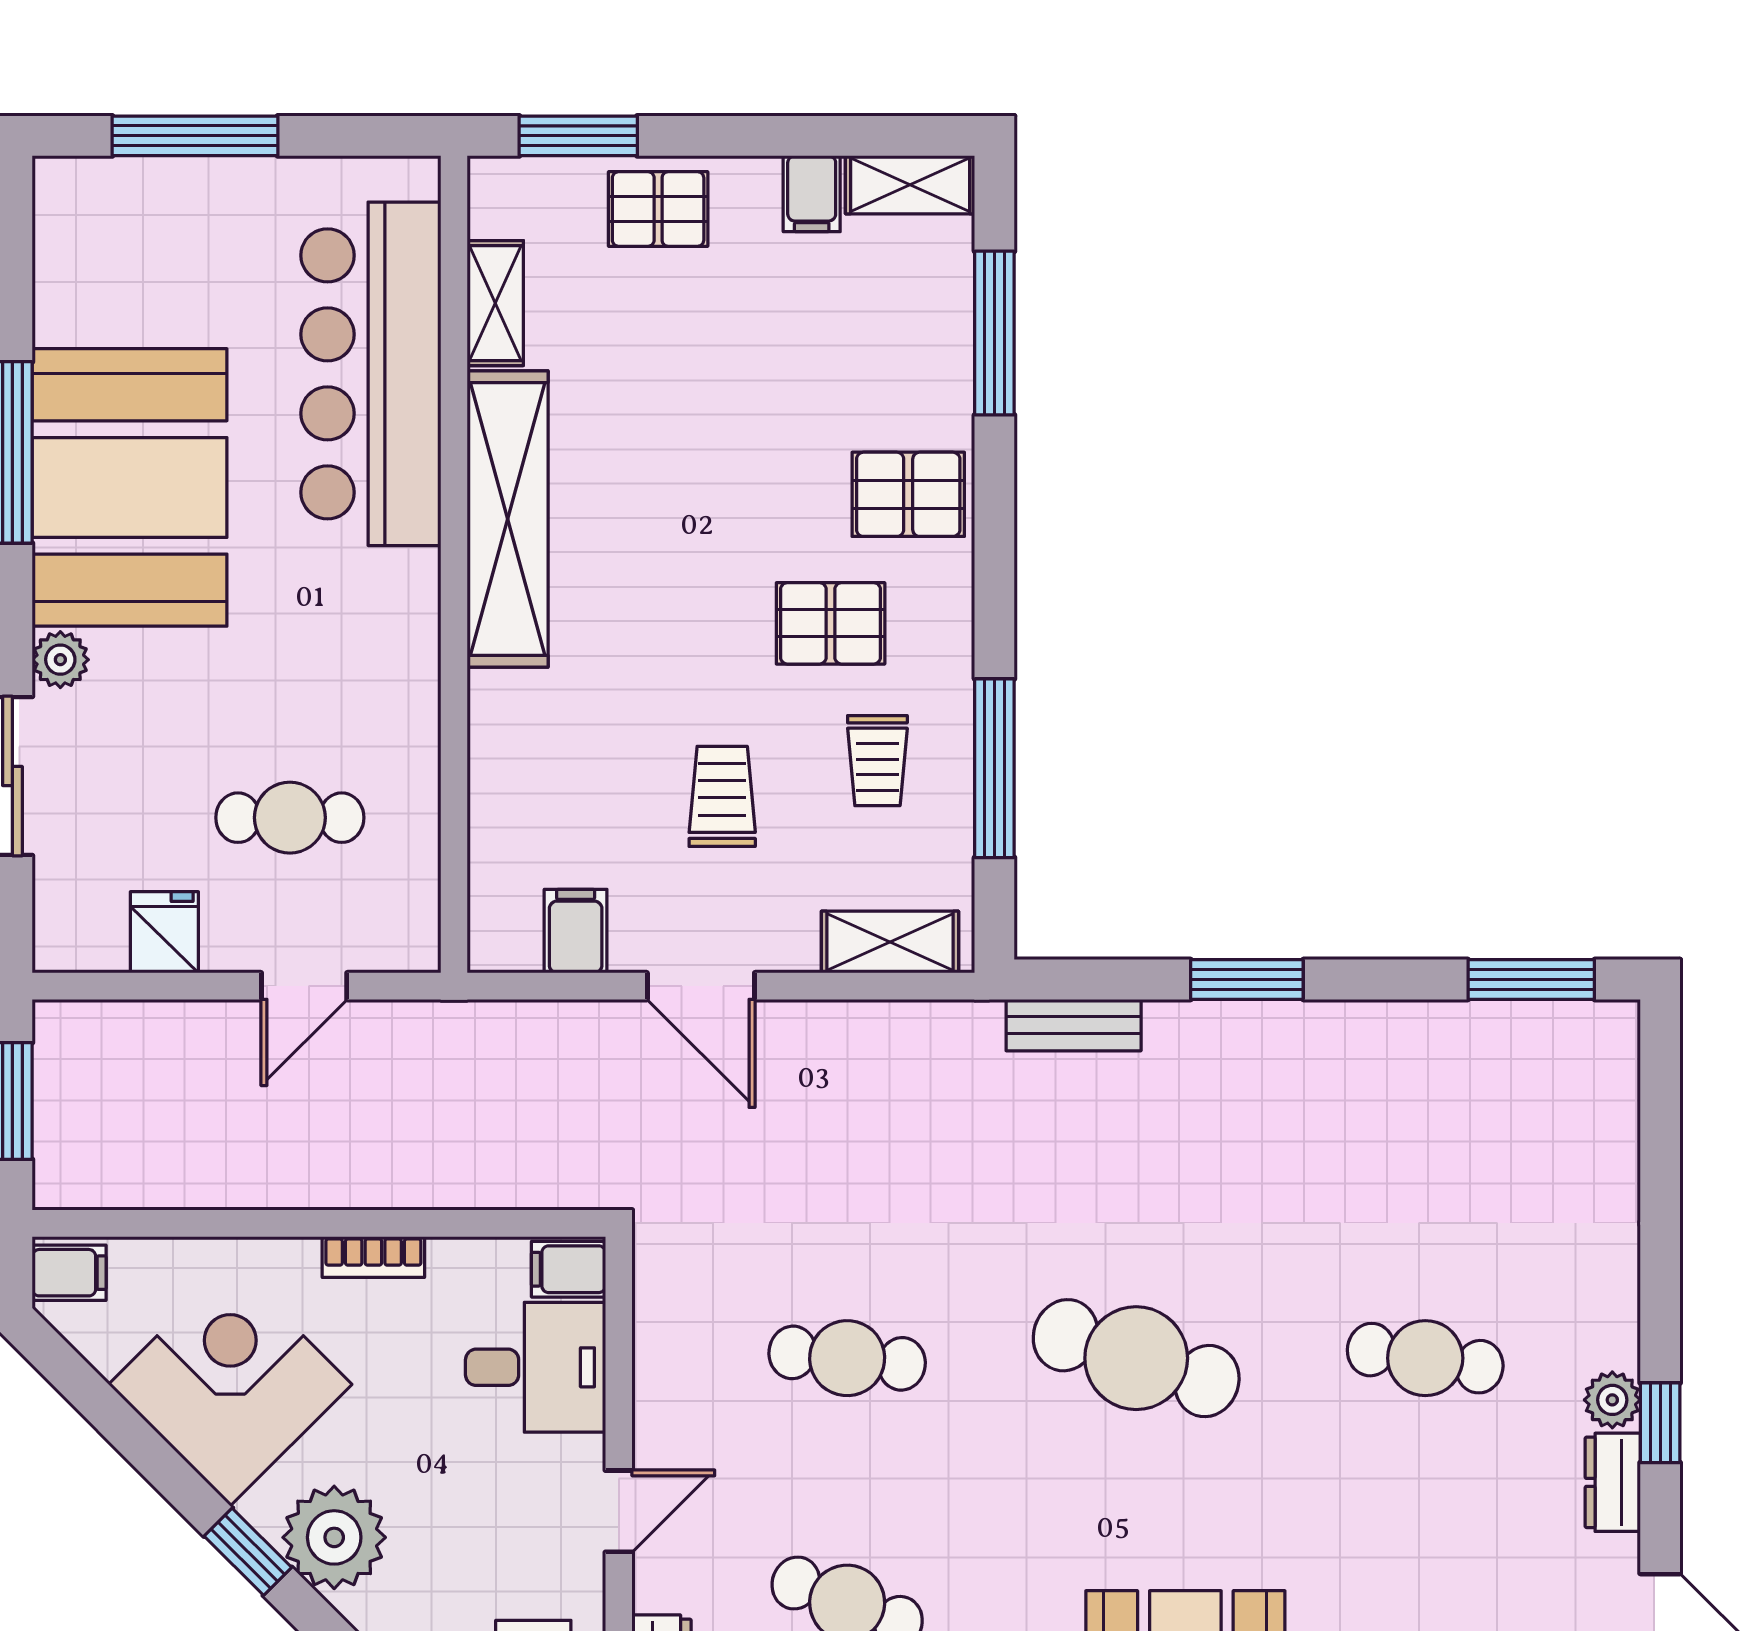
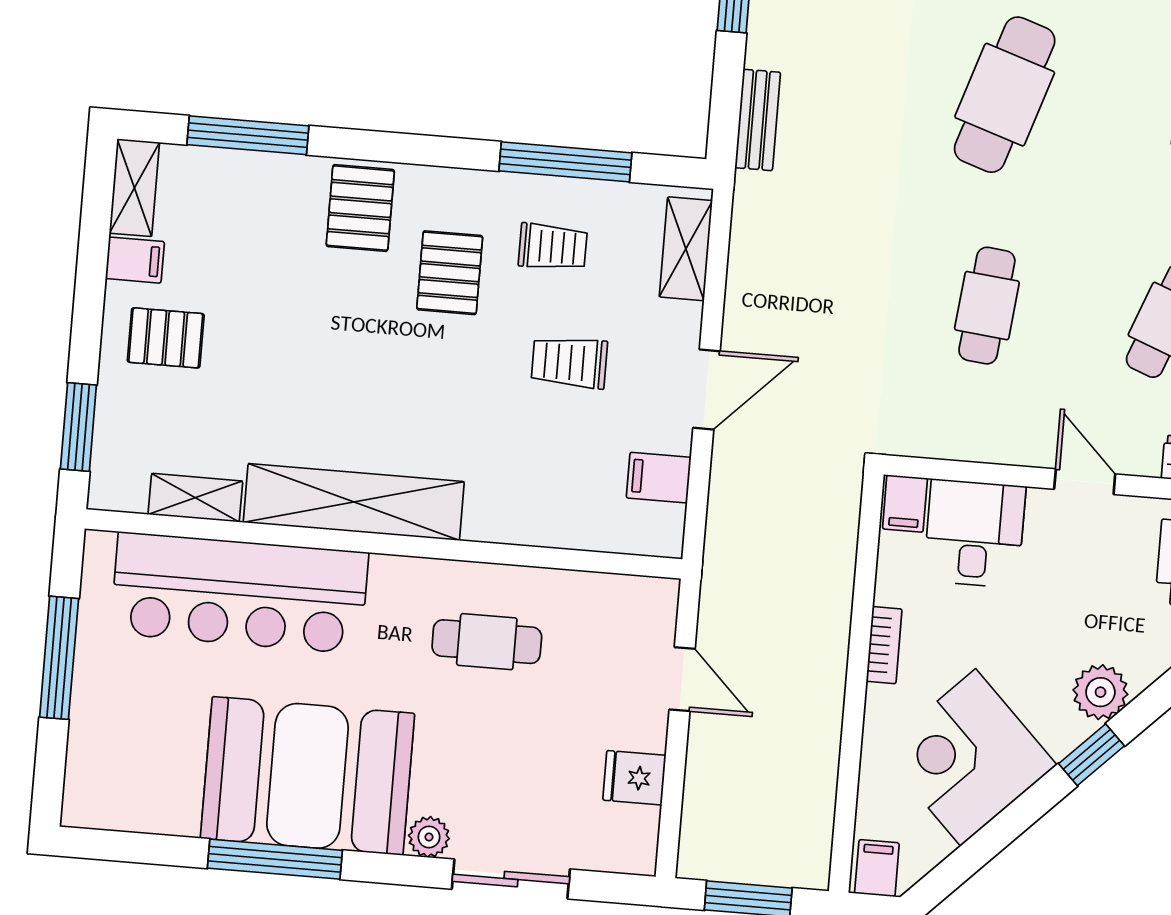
window: (195, 136) -> (59, 658), moved
pallet: (658, 209) -> (166, 338), moved, turned 90
cafe table: (290, 818) -> (487, 642), moved, turned 90
plant: (334, 1537) -> (1100, 692), width x0.73, depth x0.73

